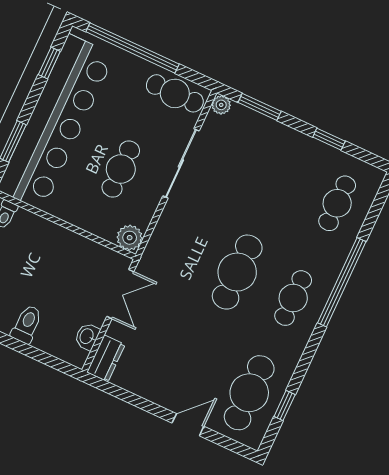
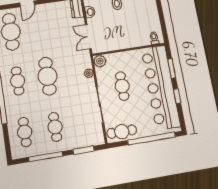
window: (49, 63) -> (177, 96), moved
plant: (221, 105) -> (89, 73), moved
window: (329, 139) -> (46, 157), width x2.17
cafe table: (281, 177) -> (55, 127), added

